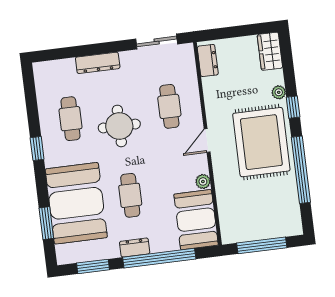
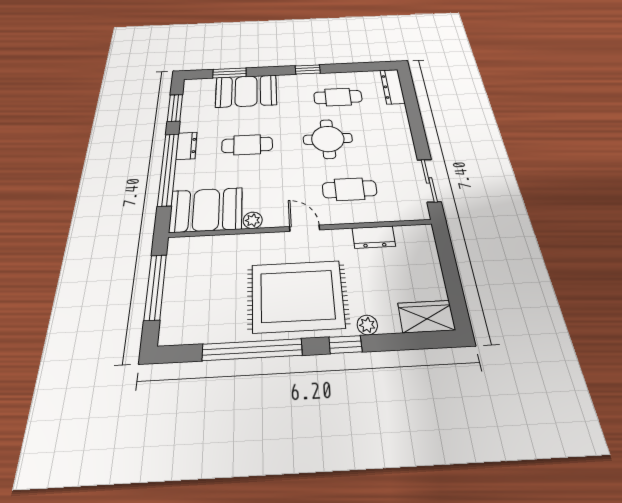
dresser: (208, 61) -> (374, 237), moved
dresser: (98, 63) -> (392, 87), moved
booth: (76, 203) -> (246, 91), width x0.73, depth x0.70

